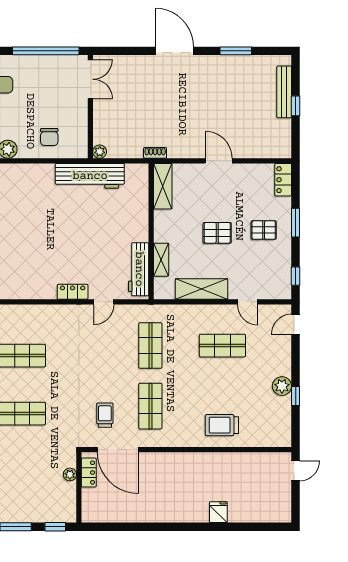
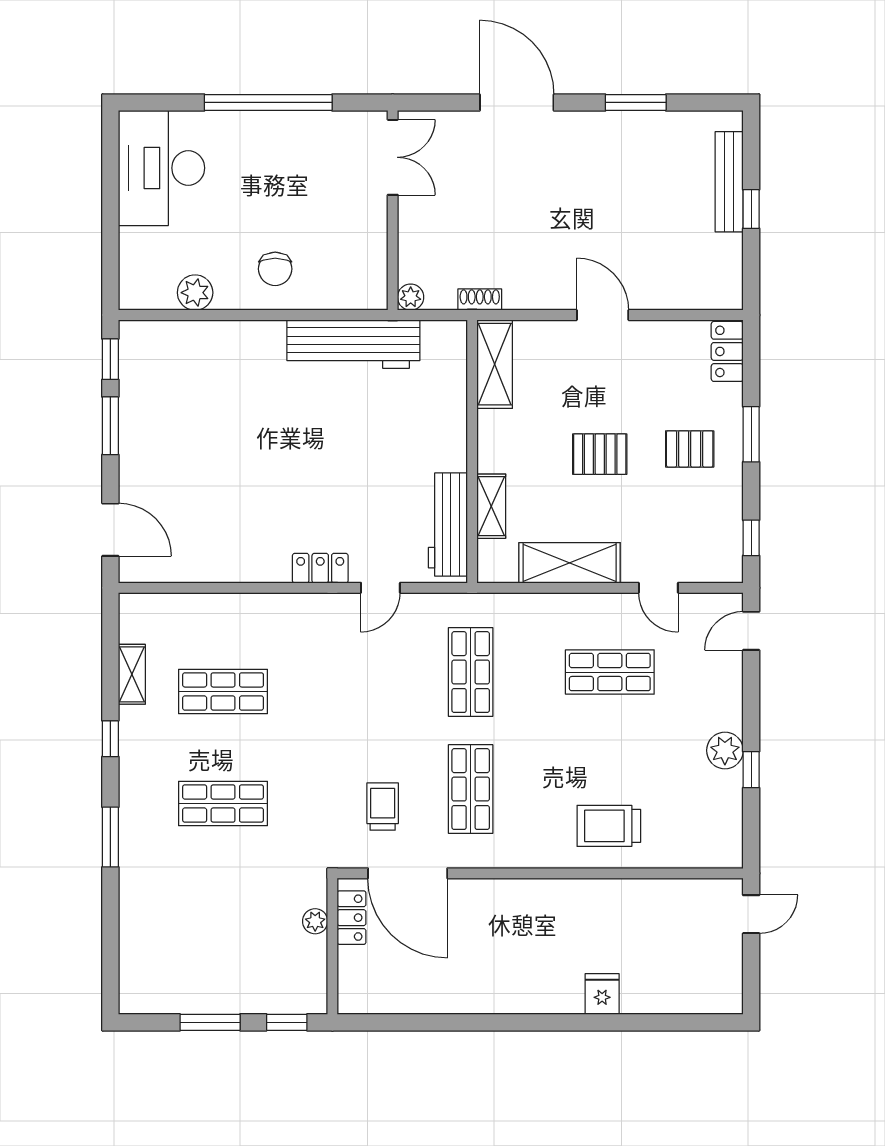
double door: (90, 79) -> (393, 157), moved
wall: (90, 107) -> (393, 210), moved
plant: (100, 152) -> (411, 297), moved

